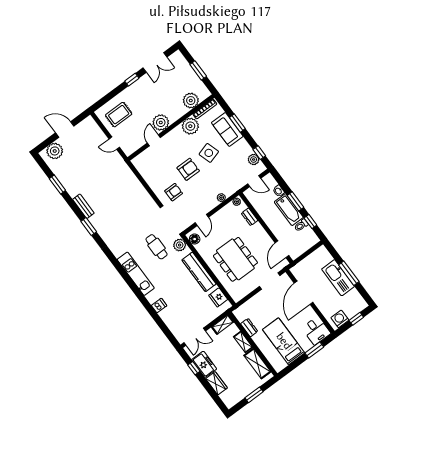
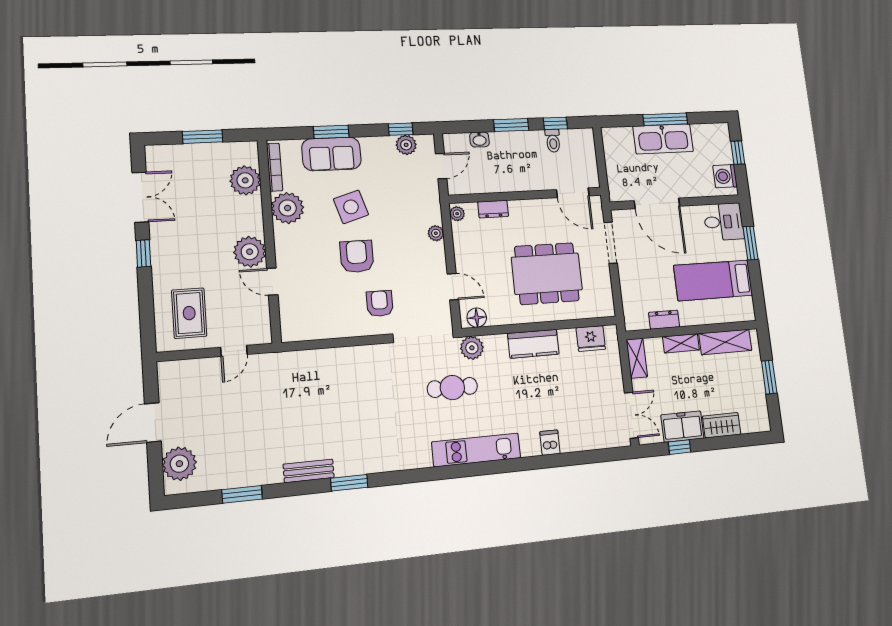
bathtub: (289, 210) -> (518, 143), removed
kitchen counter: (199, 272) -> (533, 344), width x0.67

